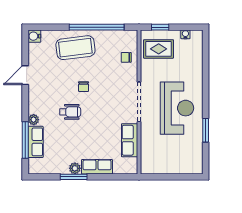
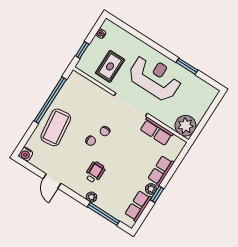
rug: (159, 49) -> (110, 66), moved
chair: (126, 57) -> (105, 131), moved
wheelchair: (70, 112) -> (95, 172), moved
row of seats: (36, 142) -> (138, 206), moved, turned -90
plant: (151, 163) -> (186, 126), added
window: (74, 177) -> (157, 194), width x0.67

